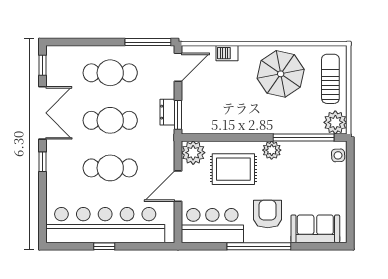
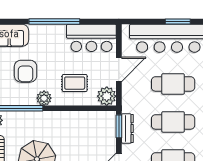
dresser: (167, 112) -> (127, 129), width x1.44
rug: (233, 169) -> (75, 83), width x0.73, depth x0.70
armchair: (268, 214) -> (26, 71), moved
window: (104, 246) -> (178, 21), width x1.50

